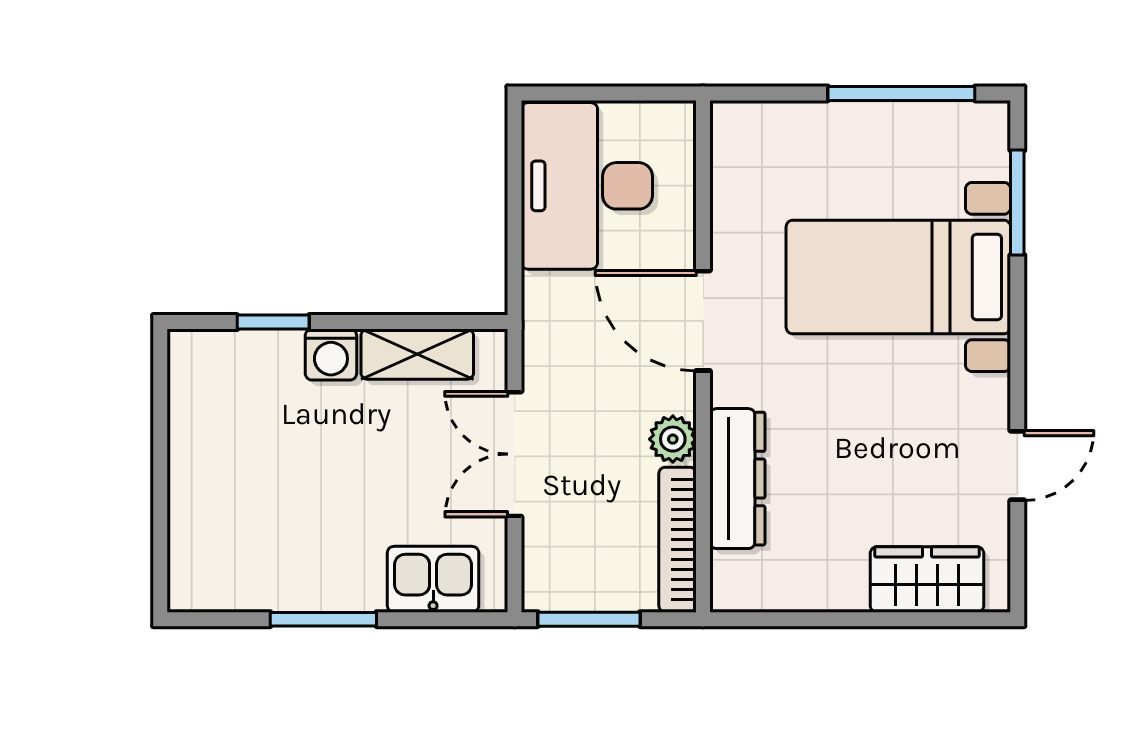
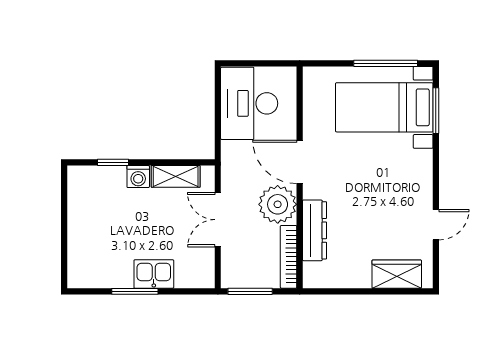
bed with nightstands: (898, 277) -> (384, 107), moved
plant: (673, 439) -> (278, 204), width x1.88, depth x1.88
kitchen sink: (433, 579) -> (154, 274), moved

